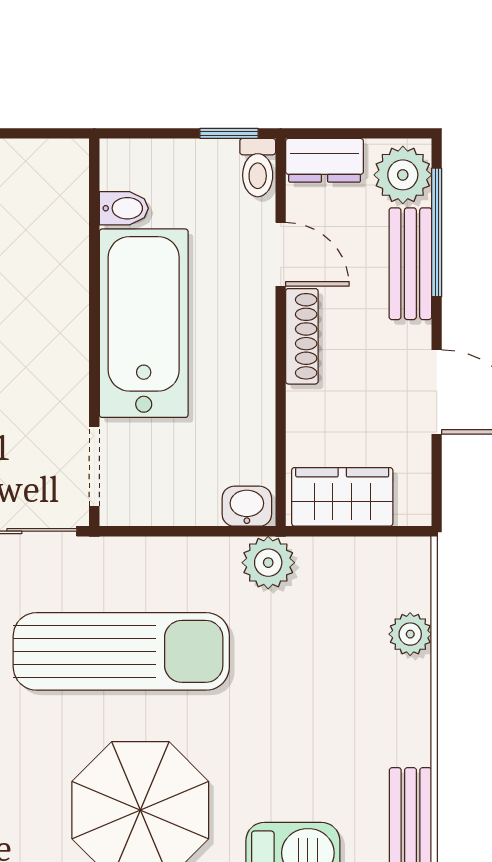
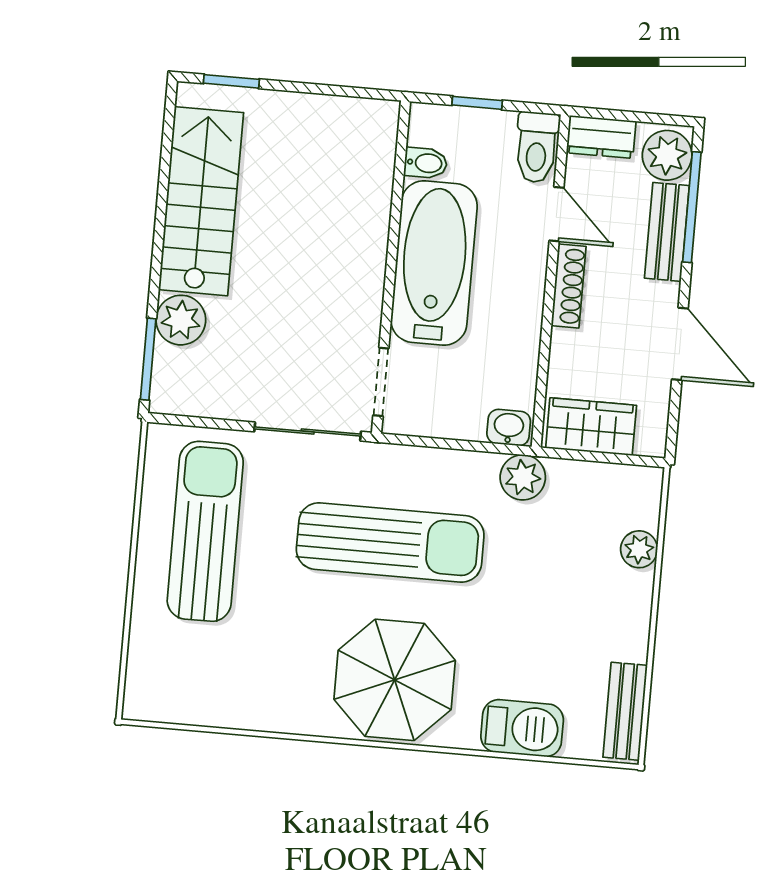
window: (229, 133) -> (477, 103), moved
toilet: (258, 168) -> (537, 147), width x1.37, depth x1.39

